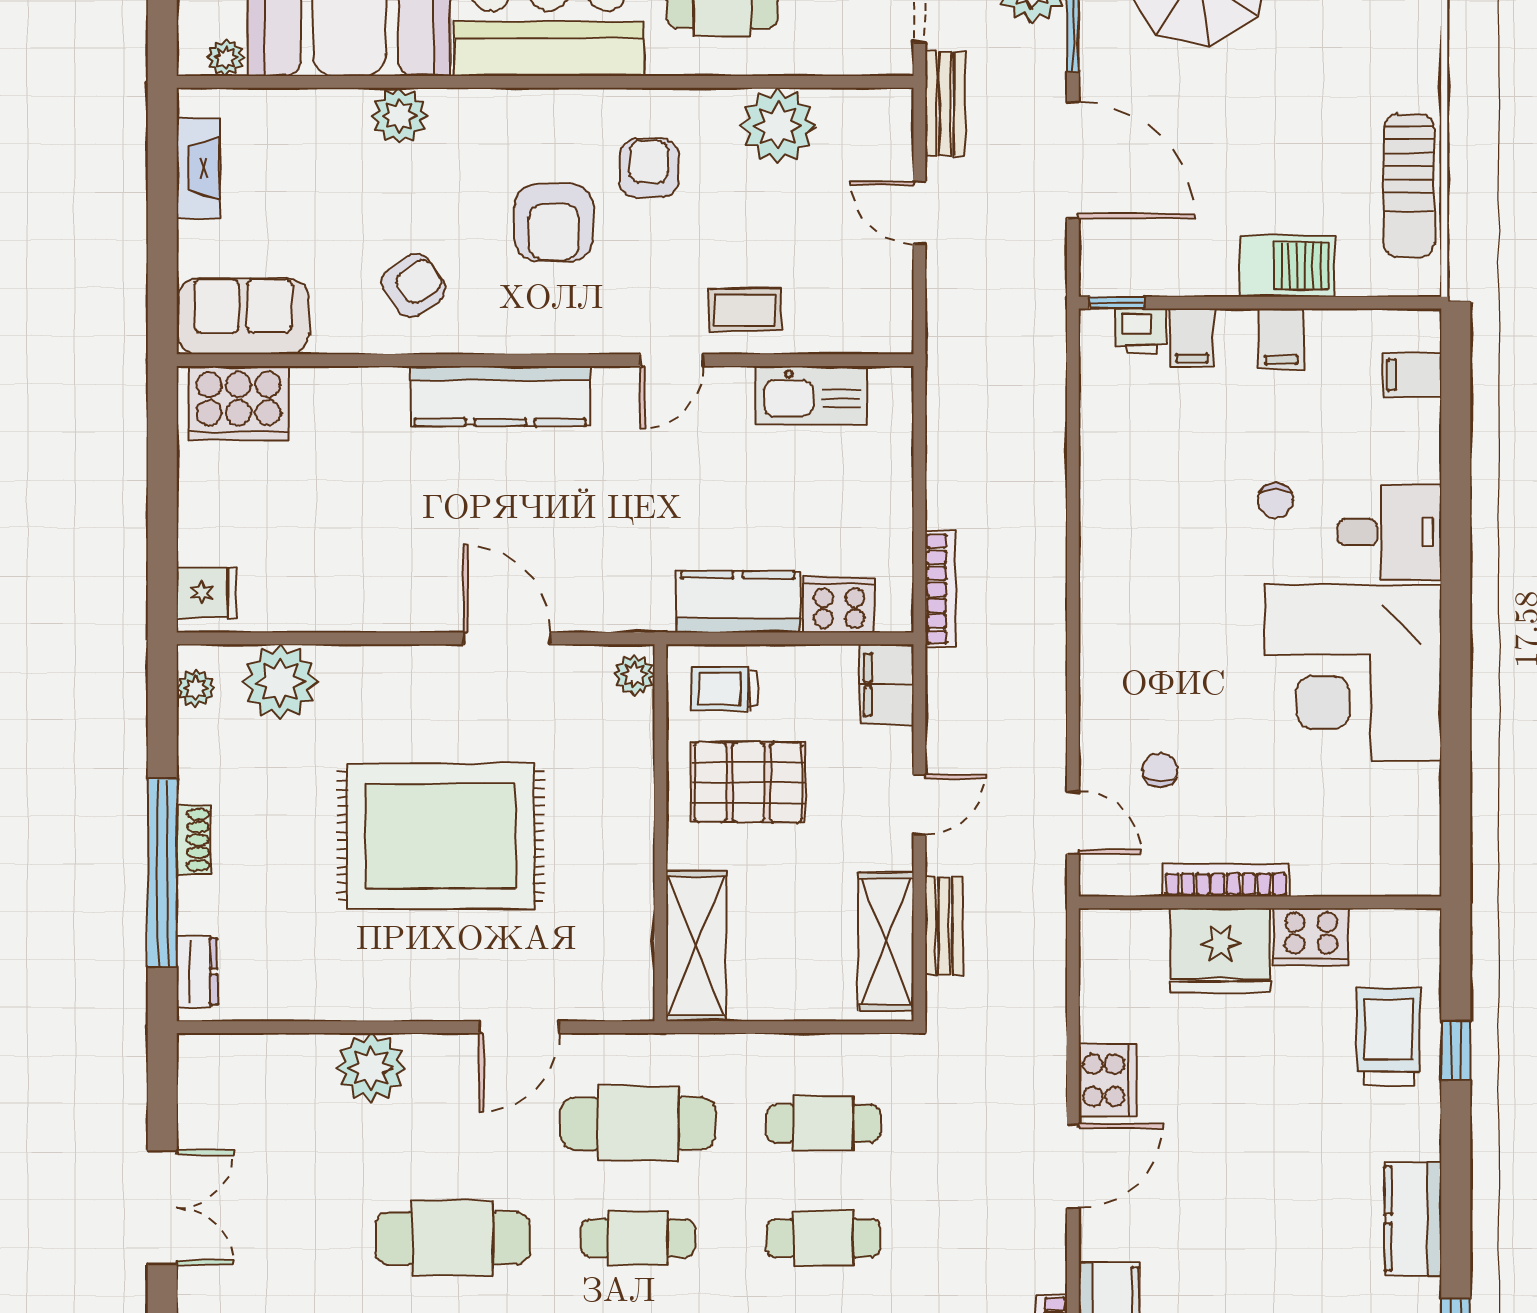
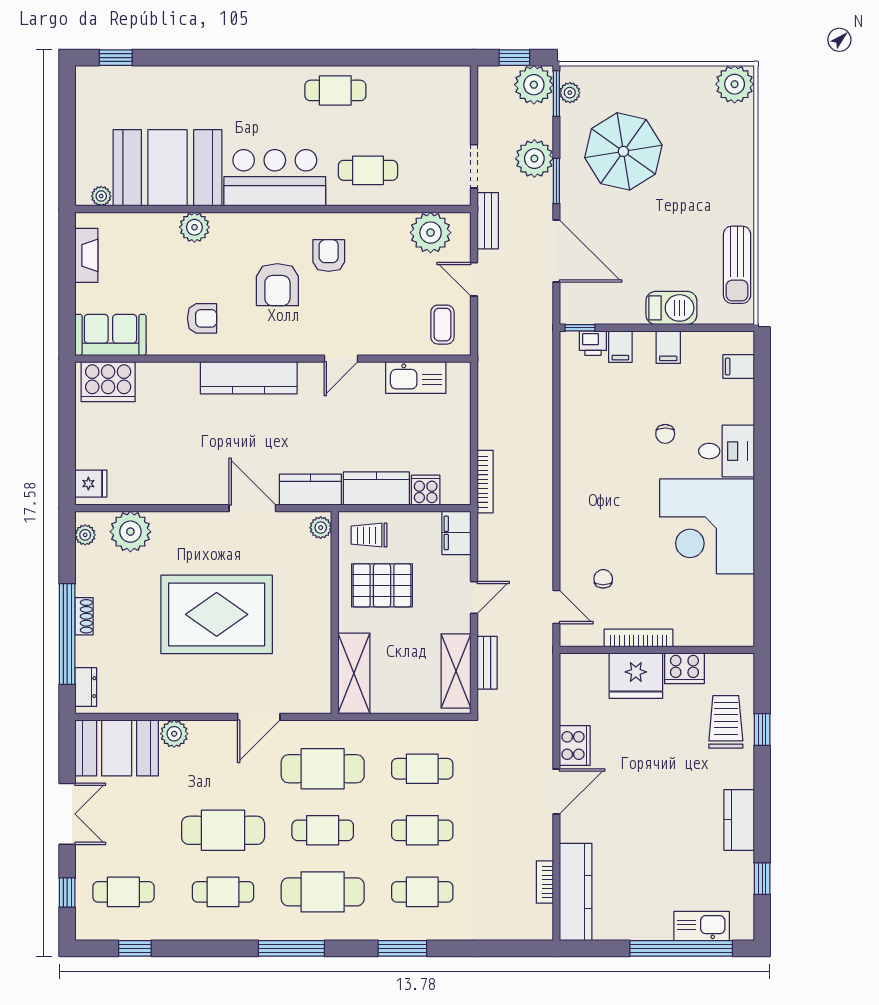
plant: (778, 126) -> (431, 233), moved
armchair: (413, 285) -> (202, 318), turned 35
coffee table: (745, 310) -> (442, 325), moved, turned 90
kitchen counter: (615, 604) -> (310, 490), added
cooker: (839, 605) -> (426, 490), width x0.73
plant: (371, 1068) -> (174, 734), width x0.73, depth x0.73
booth: (254, 1085) -> (117, 748), added

